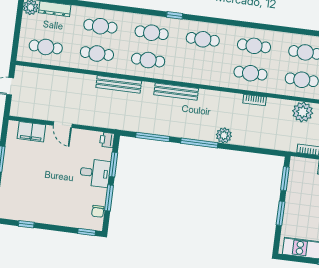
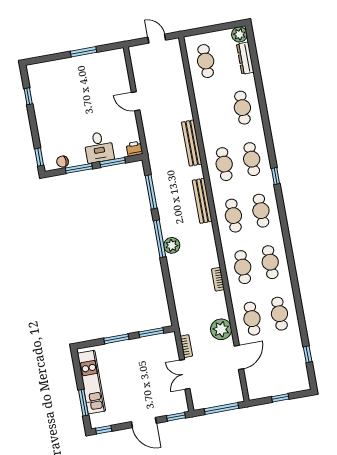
cafe table: (97, 54) -> (233, 216), moved
door: (63, 125) -> (136, 101), hinge flipped
filing cabinet: (31, 132) -> (119, 73), removed
plant: (224, 135) -> (172, 245), moved

